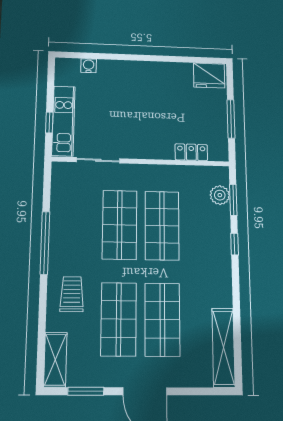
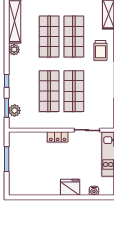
fridge: (209, 76) -> (70, 187), moved
locker: (191, 152) -> (58, 137), moved
plant: (223, 297) -> (14, 50), added

